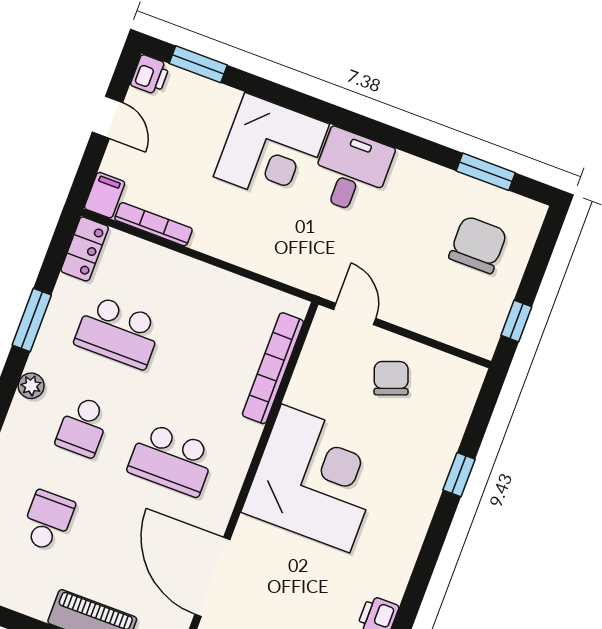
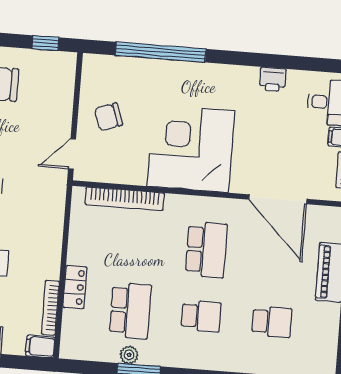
locker: (85, 249) -> (75, 287), moved, turned 90
plant: (31, 386) -> (129, 355), moved
window: (459, 475) -> (161, 52), width x3.17
school desk: (48, 521) -> (272, 322), turned 180
door: (212, 577) -> (278, 199), hinge flipped

